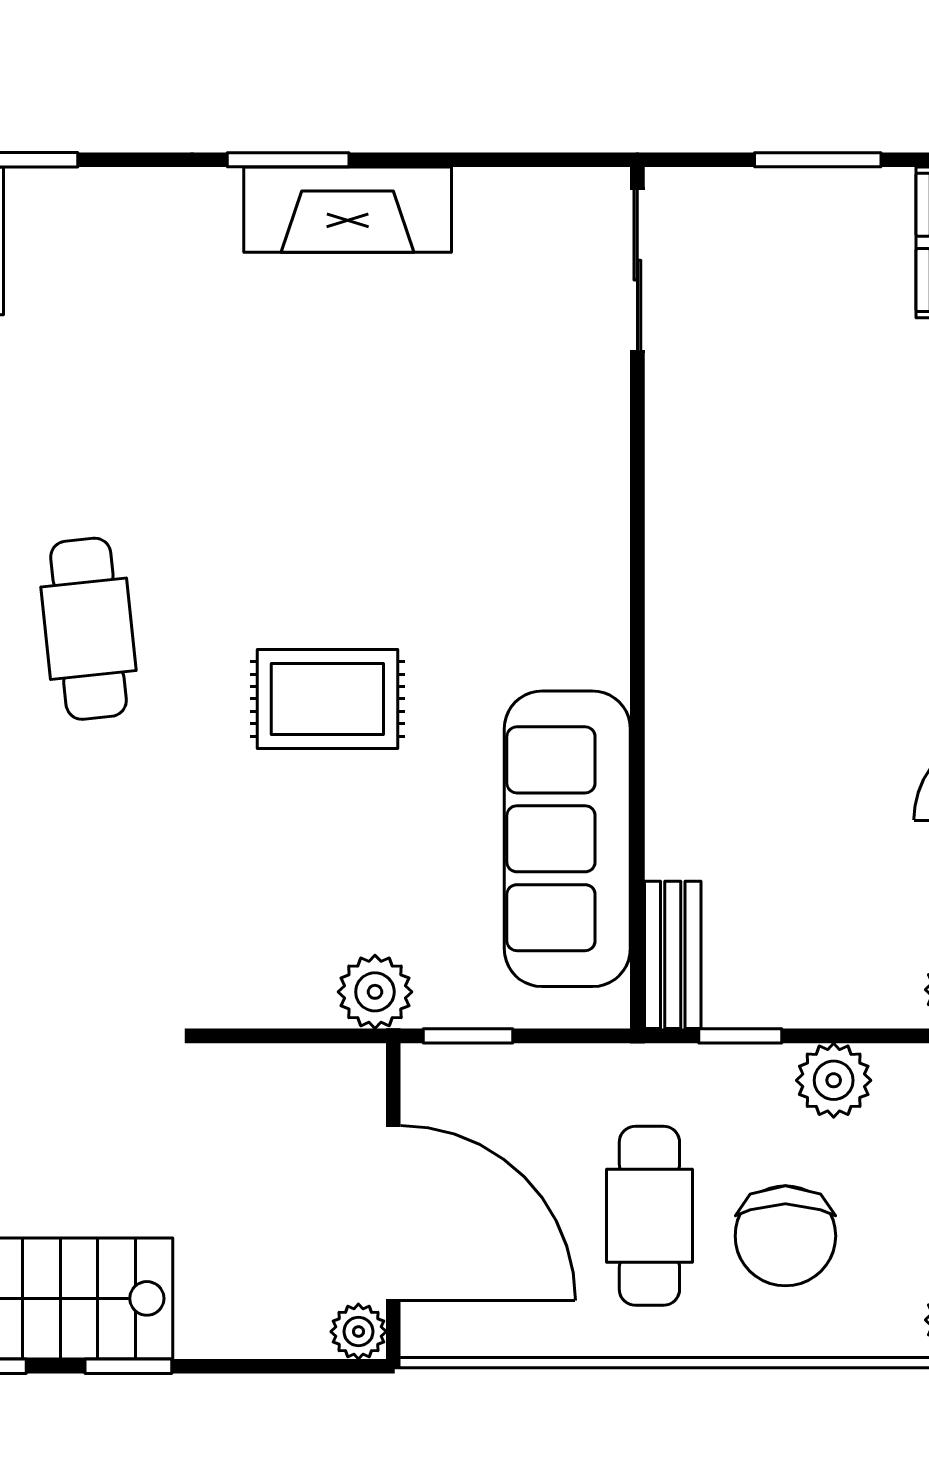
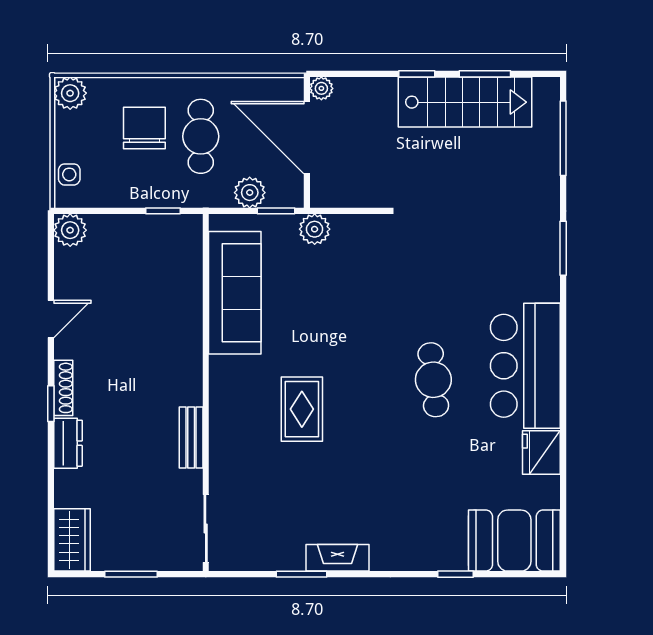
window: (288, 160) -> (302, 574), moved
fireplace: (348, 210) -> (338, 558), width x0.73, depth x0.76
rug: (327, 699) -> (302, 409), moved, turned 90
bench: (673, 955) -> (191, 438), moved
plant: (834, 1080) -> (250, 193), moved

